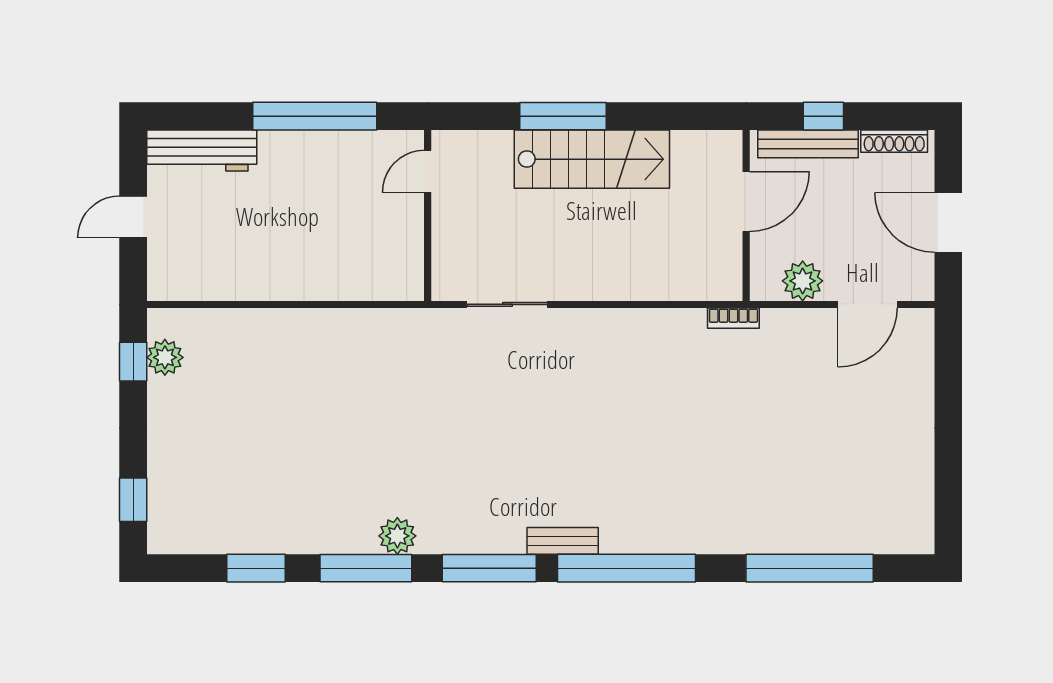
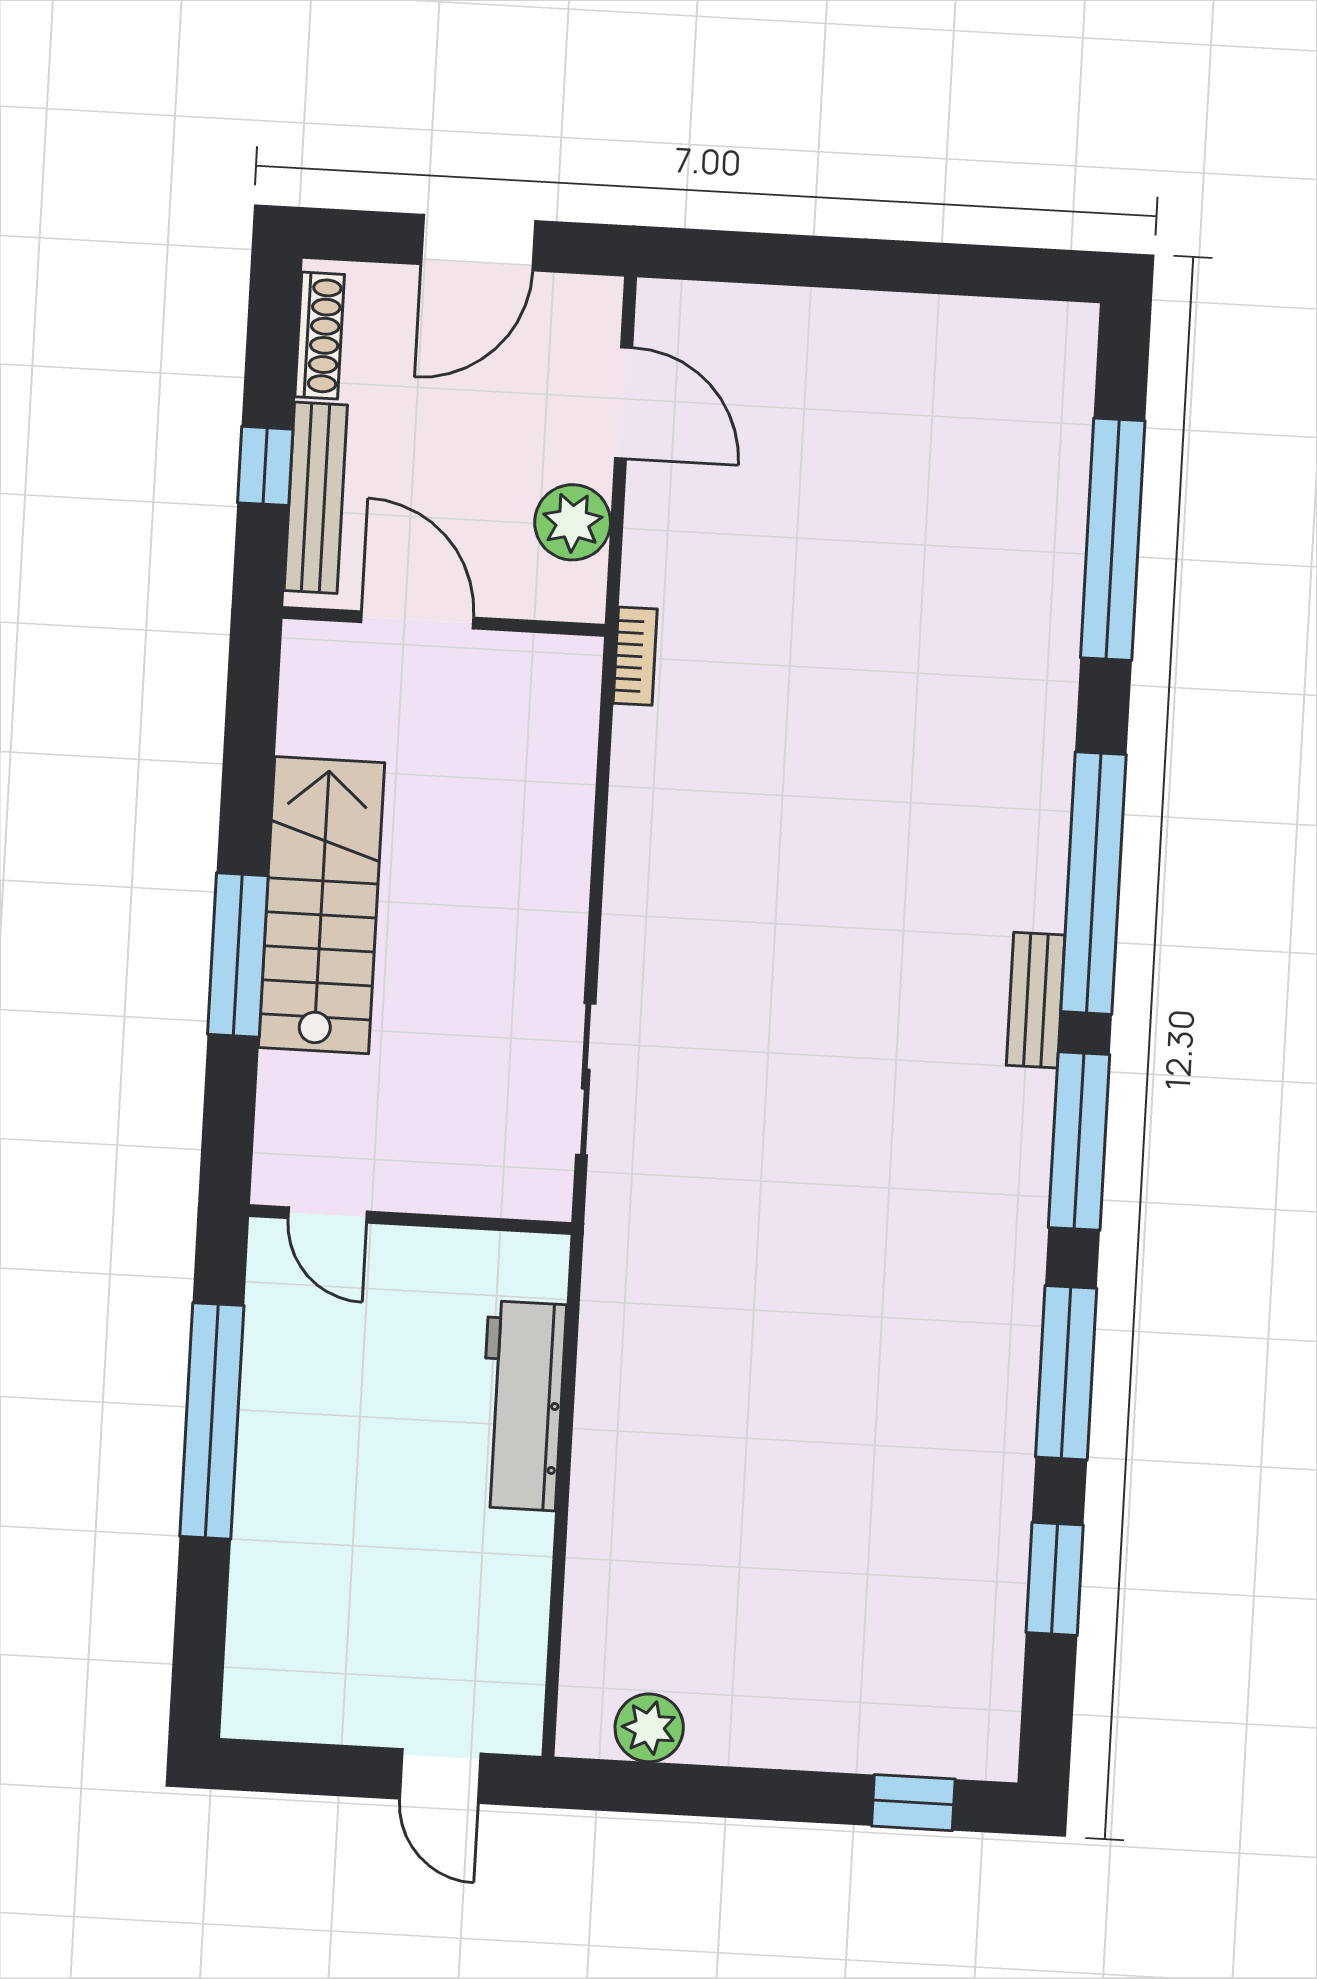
workbench: (202, 150) -> (522, 1406), moved, turned 180
door: (133, 217) -> (440, 1776), moved
window: (133, 362) -> (654, 1788), removed
plant: (397, 536) -> (1009, 1310), removed

